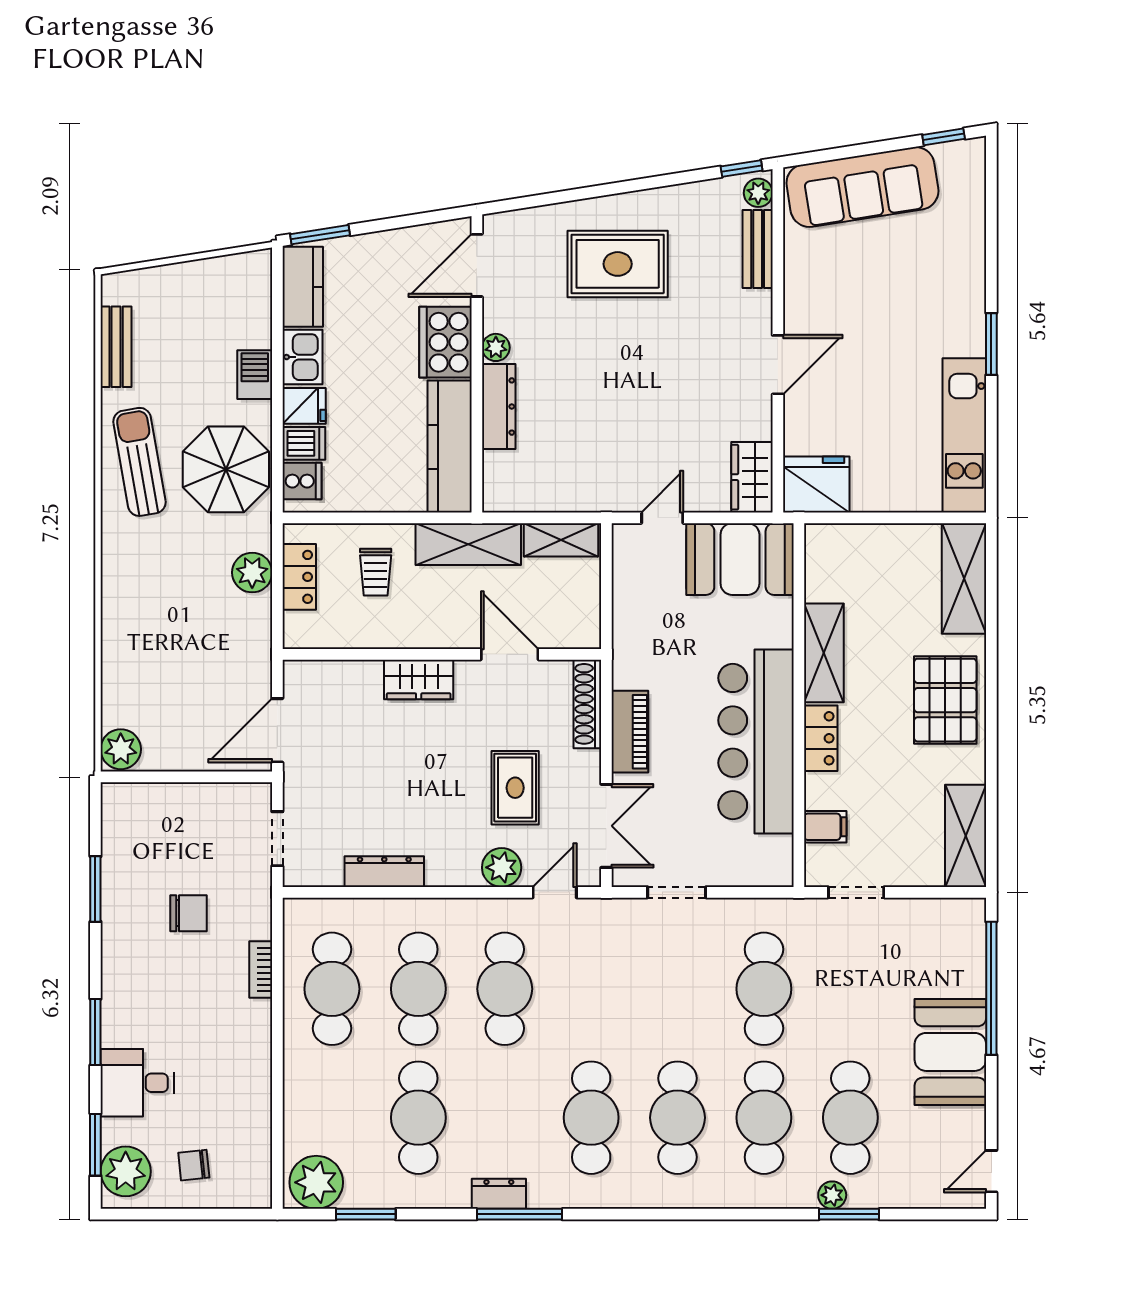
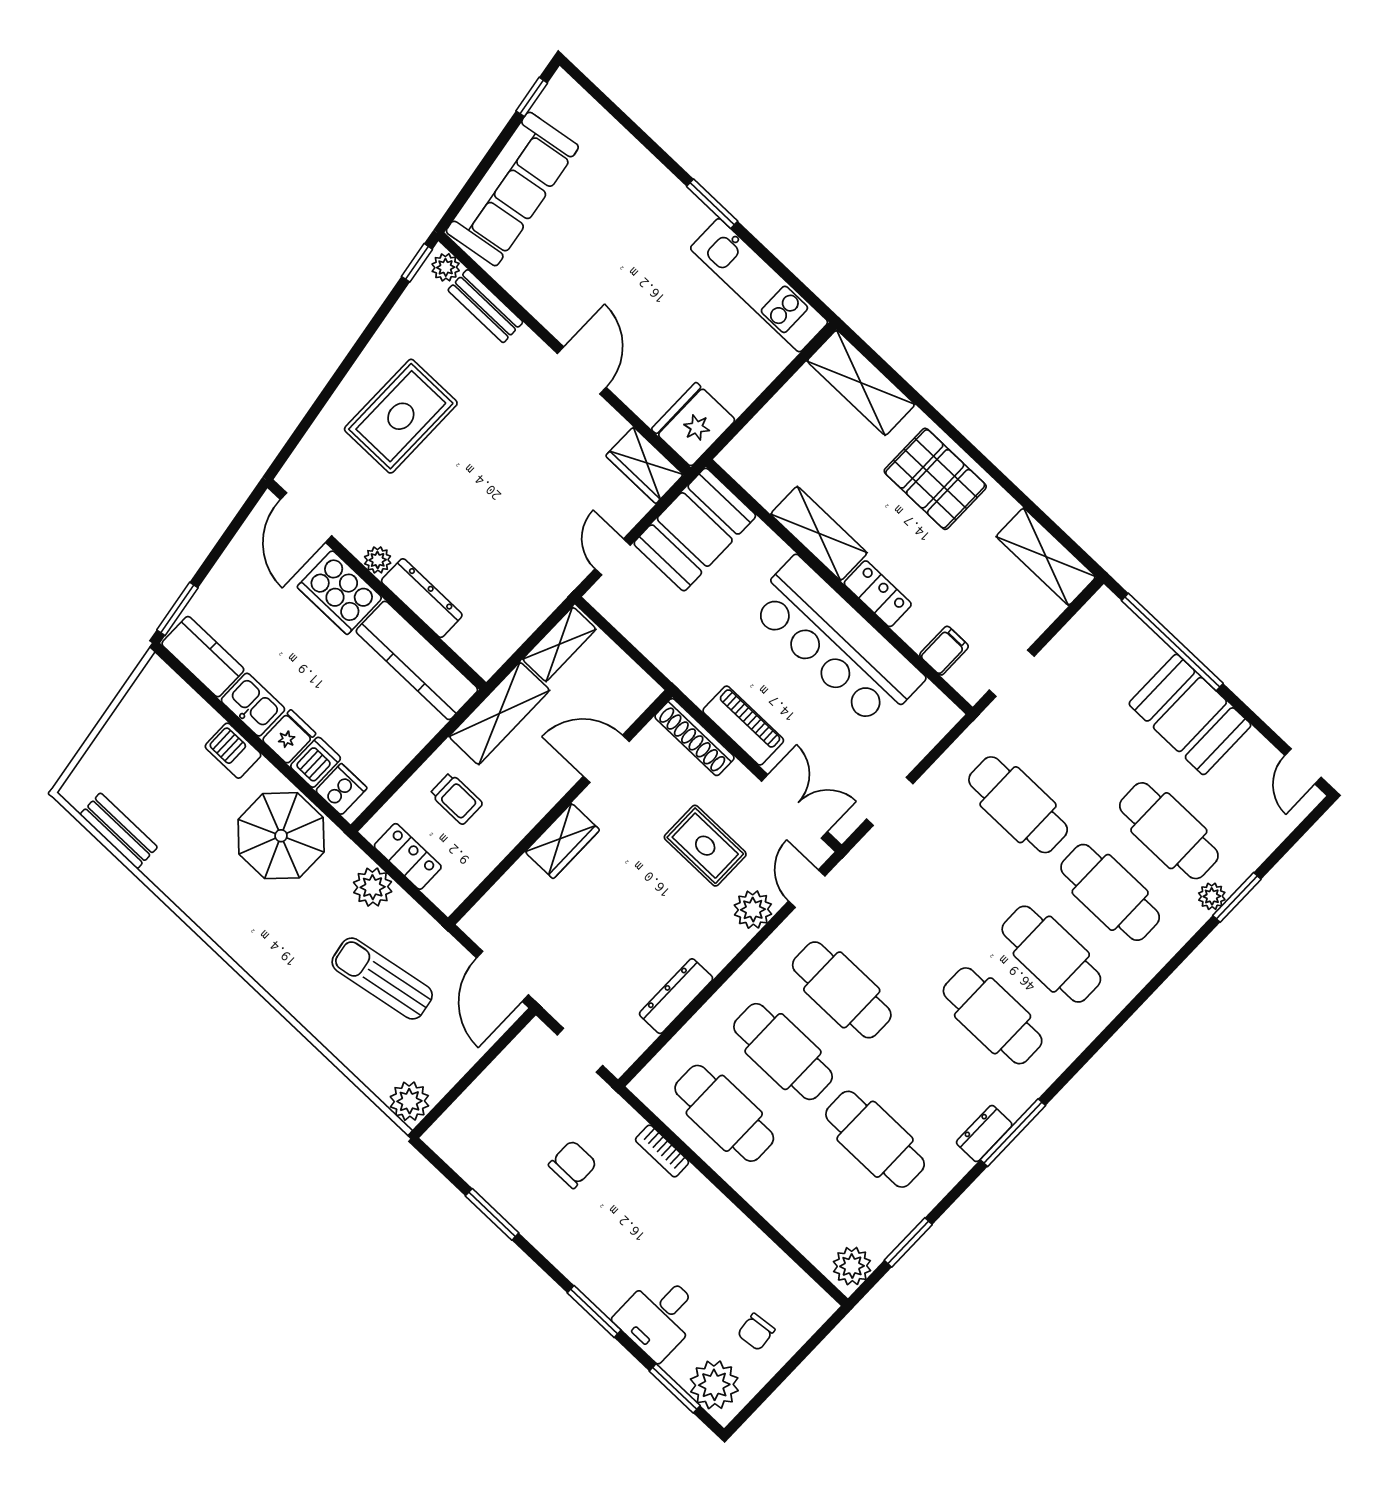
sun lounger: (139, 462) -> (382, 979), moved
plant: (316, 1182) -> (852, 1266), width x0.73, depth x0.73

